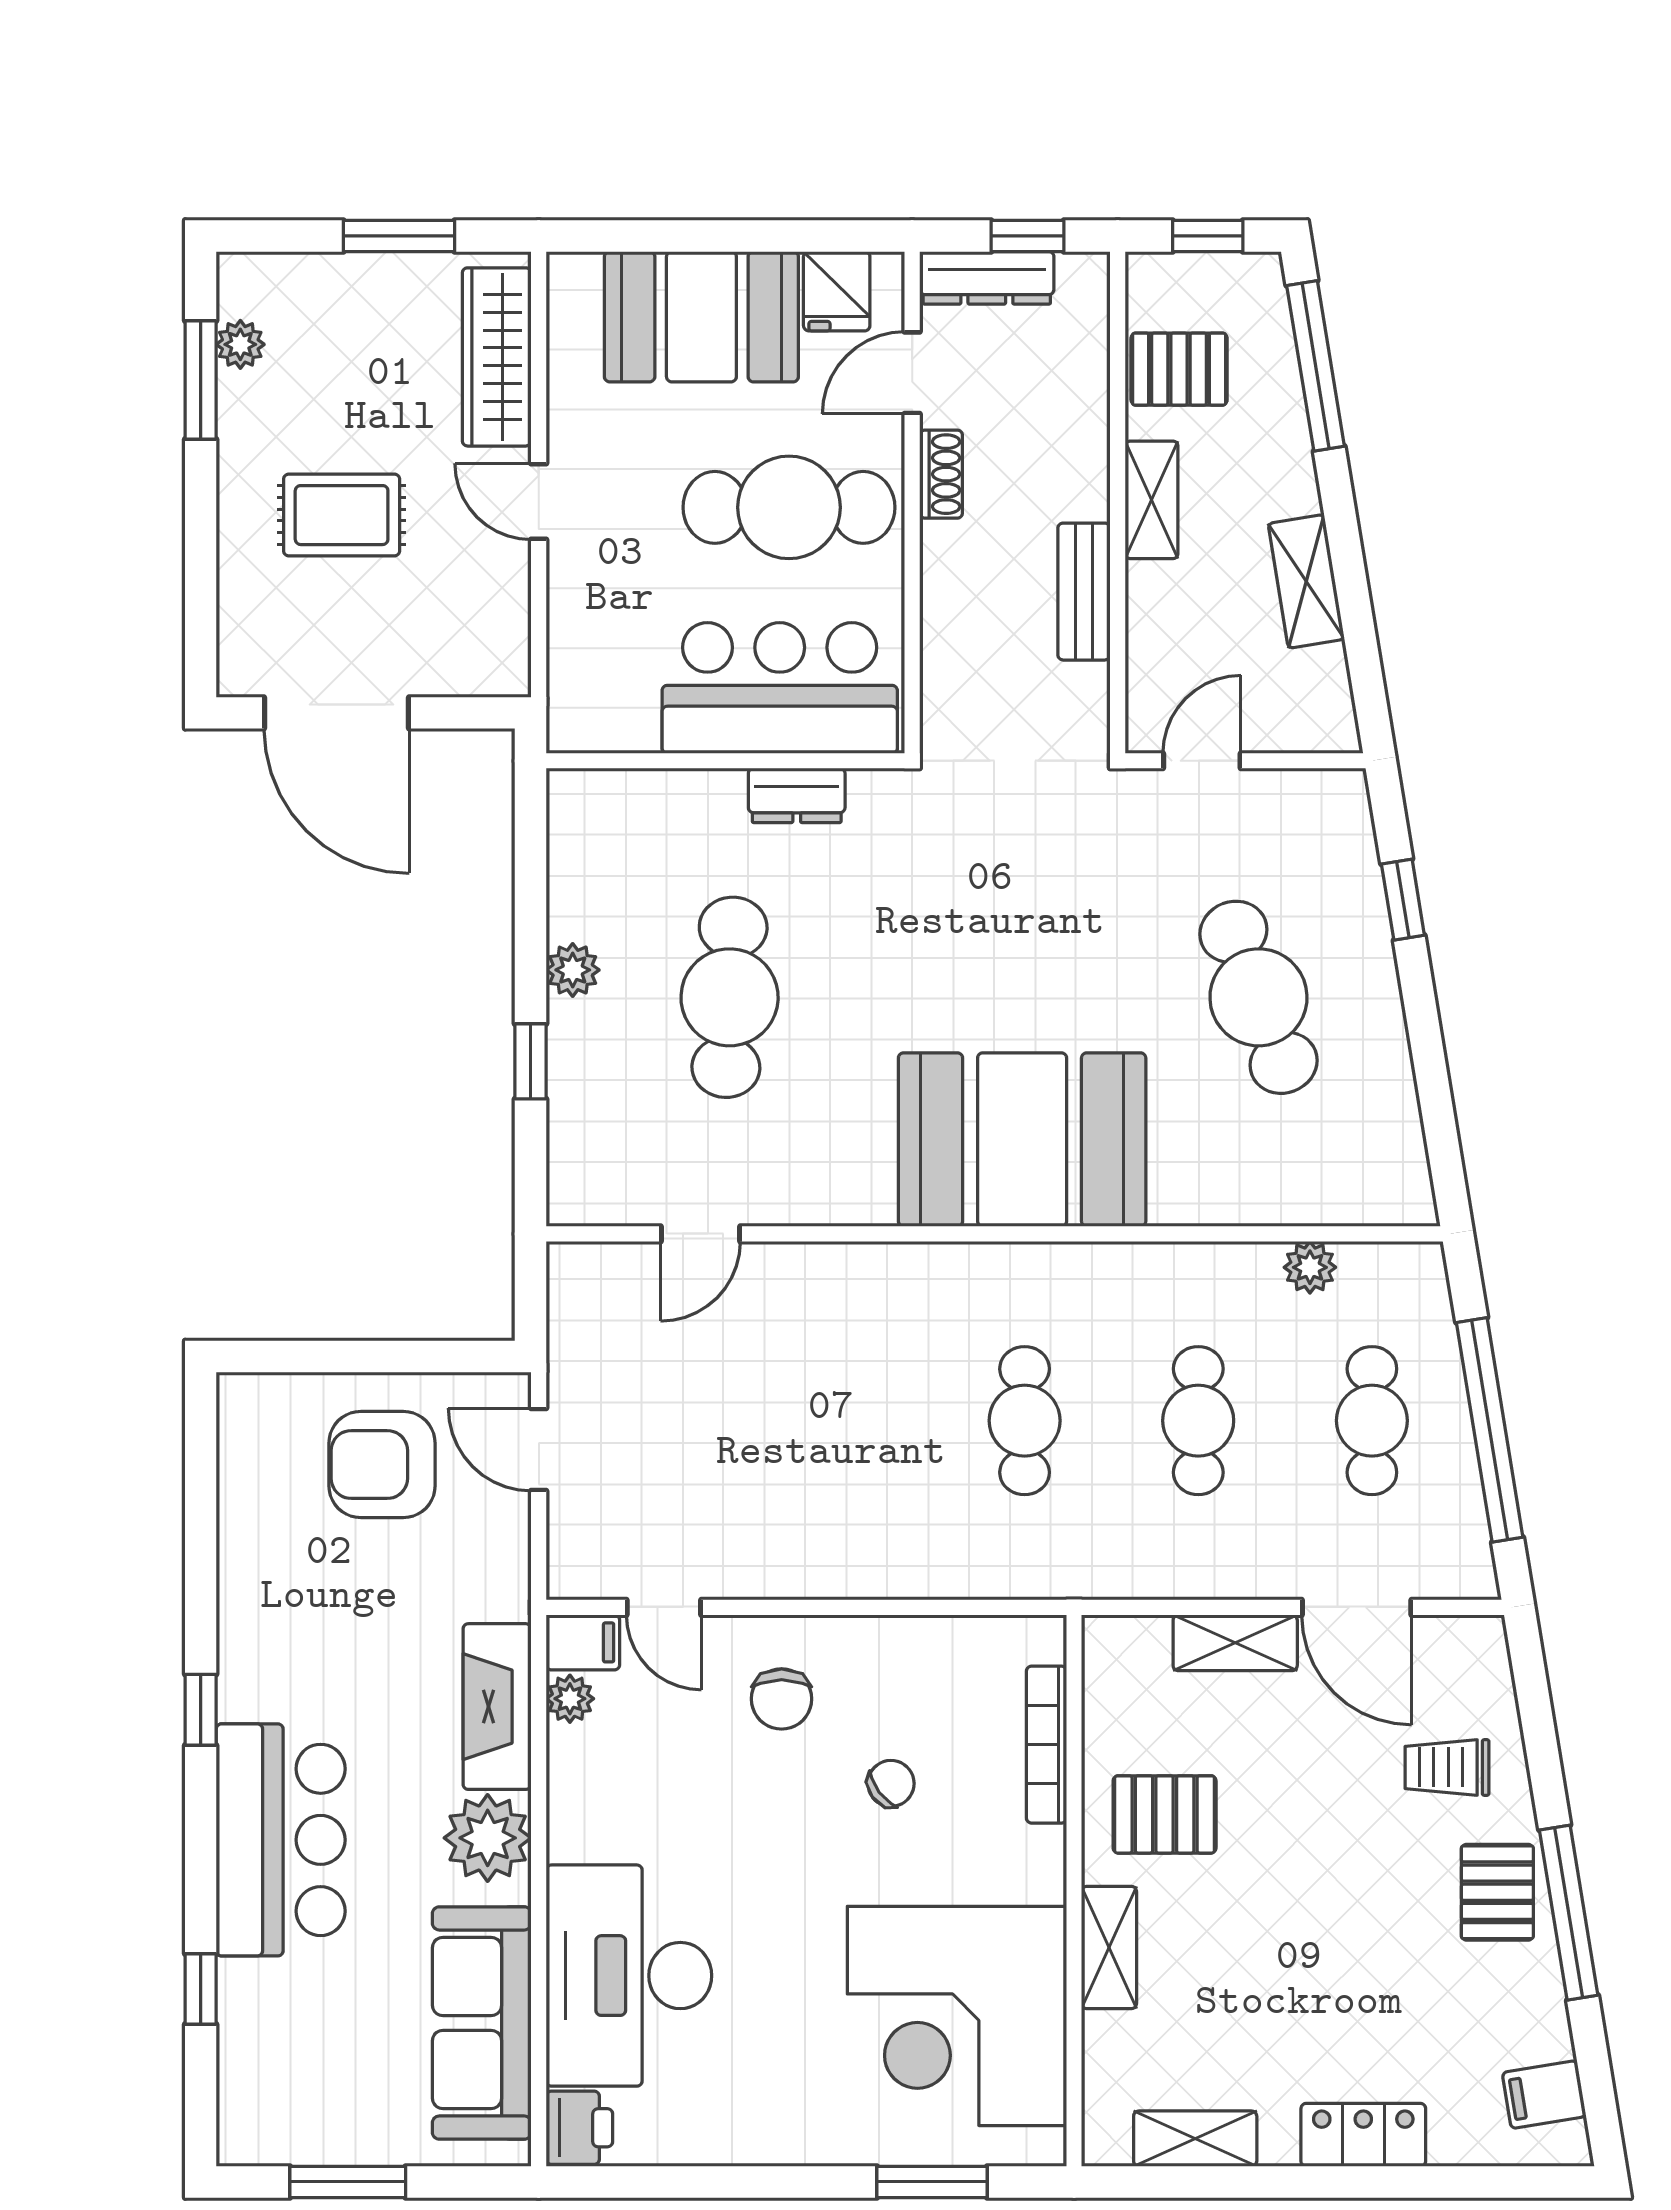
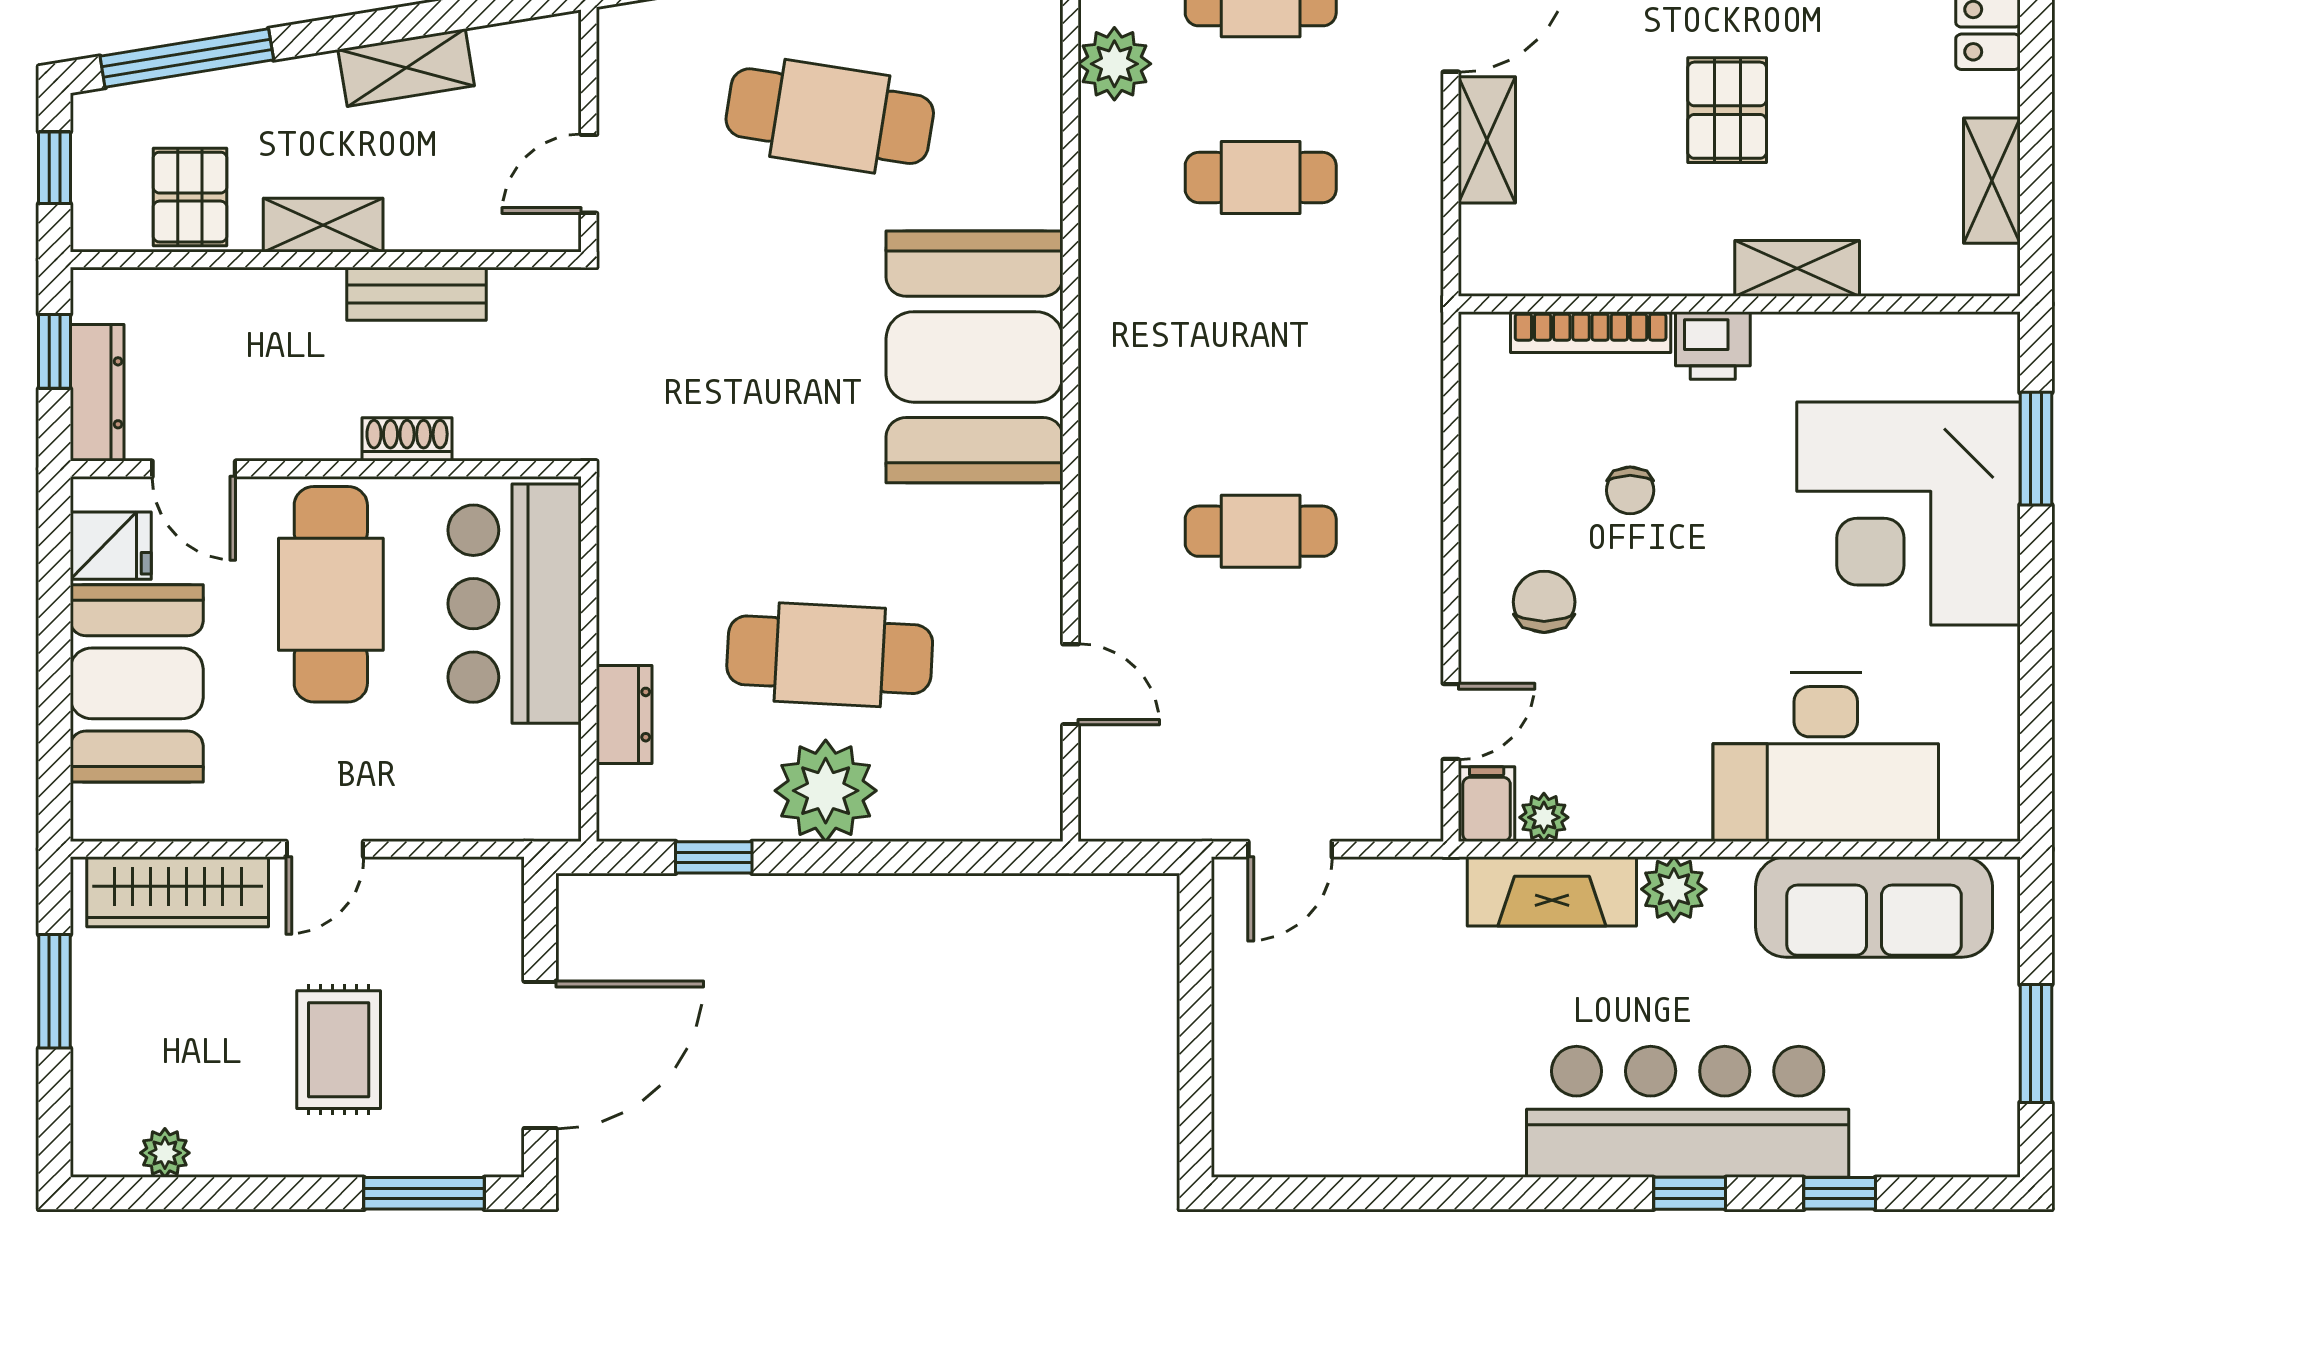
window: (201, 380) -> (424, 1193), moved
shoe rack: (941, 474) -> (407, 439), moved
door: (1202, 761) -> (589, 174), hinge flipped
dresser: (797, 795) -> (624, 715), moved
plant: (573, 970) -> (826, 791), width x1.87, depth x1.87
cafe table: (1258, 997) -> (830, 116), turned 30
window: (531, 1061) -> (714, 857), moved
plant: (1310, 1267) -> (1114, 64), width x1.38, depth x1.38
cafe table: (1025, 1421) -> (1261, 531), moved
armchair: (382, 1465) -> (1305, 1009), removed
chair: (782, 1699) -> (1544, 602), turned -90
window: (201, 1710) -> (1690, 1193), moved
chair: (891, 1783) -> (1630, 490), turned -143
pallet: (1165, 1814) -> (1727, 110), moved
plant: (488, 1838) -> (1674, 889), width x0.73, depth x0.73
bar counter: (281, 1840) -> (1688, 1112), width x1.36
corner desk: (957, 2016) -> (1908, 514), moved, turned 90
printer: (579, 2128) -> (1713, 345), moved, turned 180

